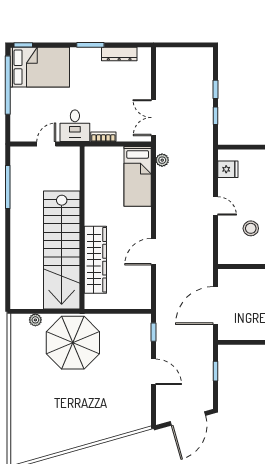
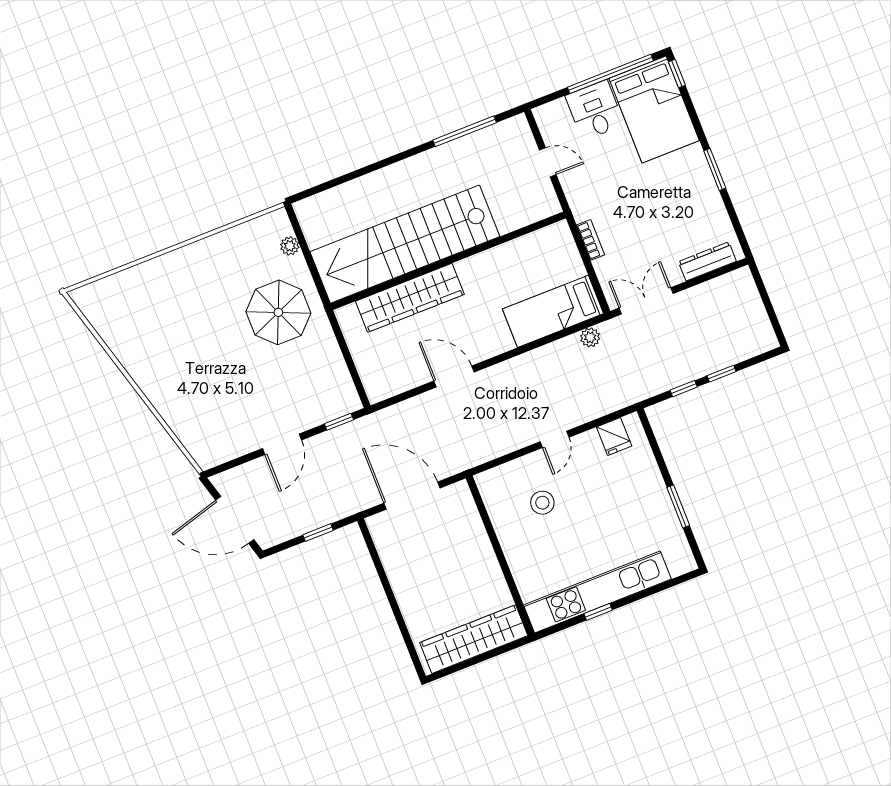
dresser: (119, 54) -> (707, 261), moved, turned 90
desk: (75, 126) -> (595, 110), moved, turned 90
parasol: (73, 343) -> (278, 312), width x0.73, depth x0.73

